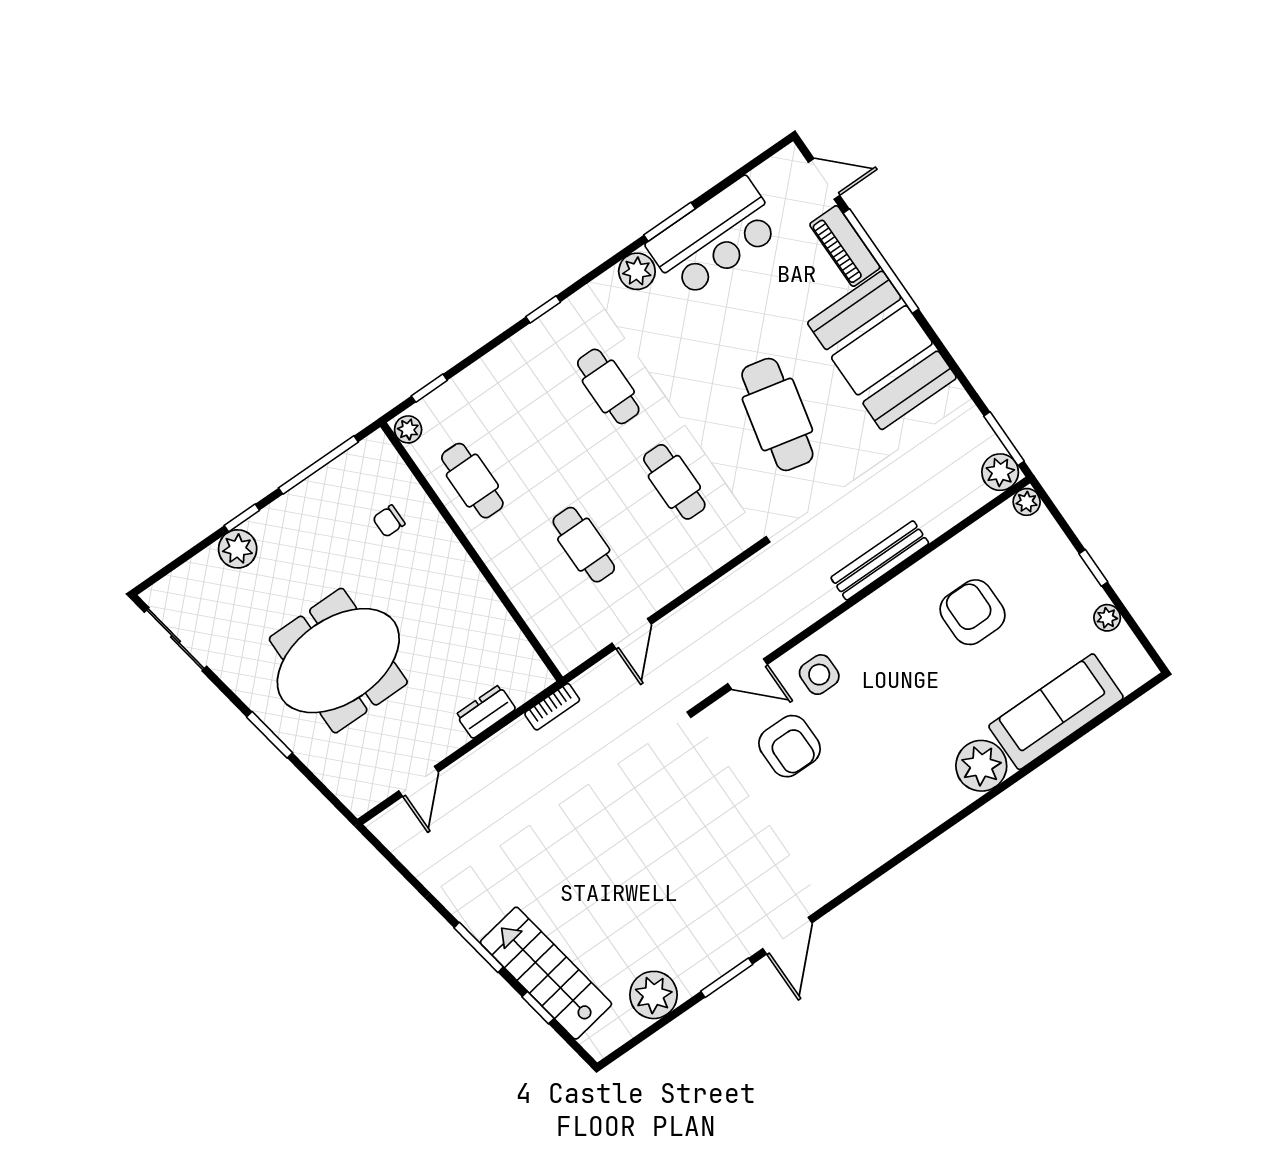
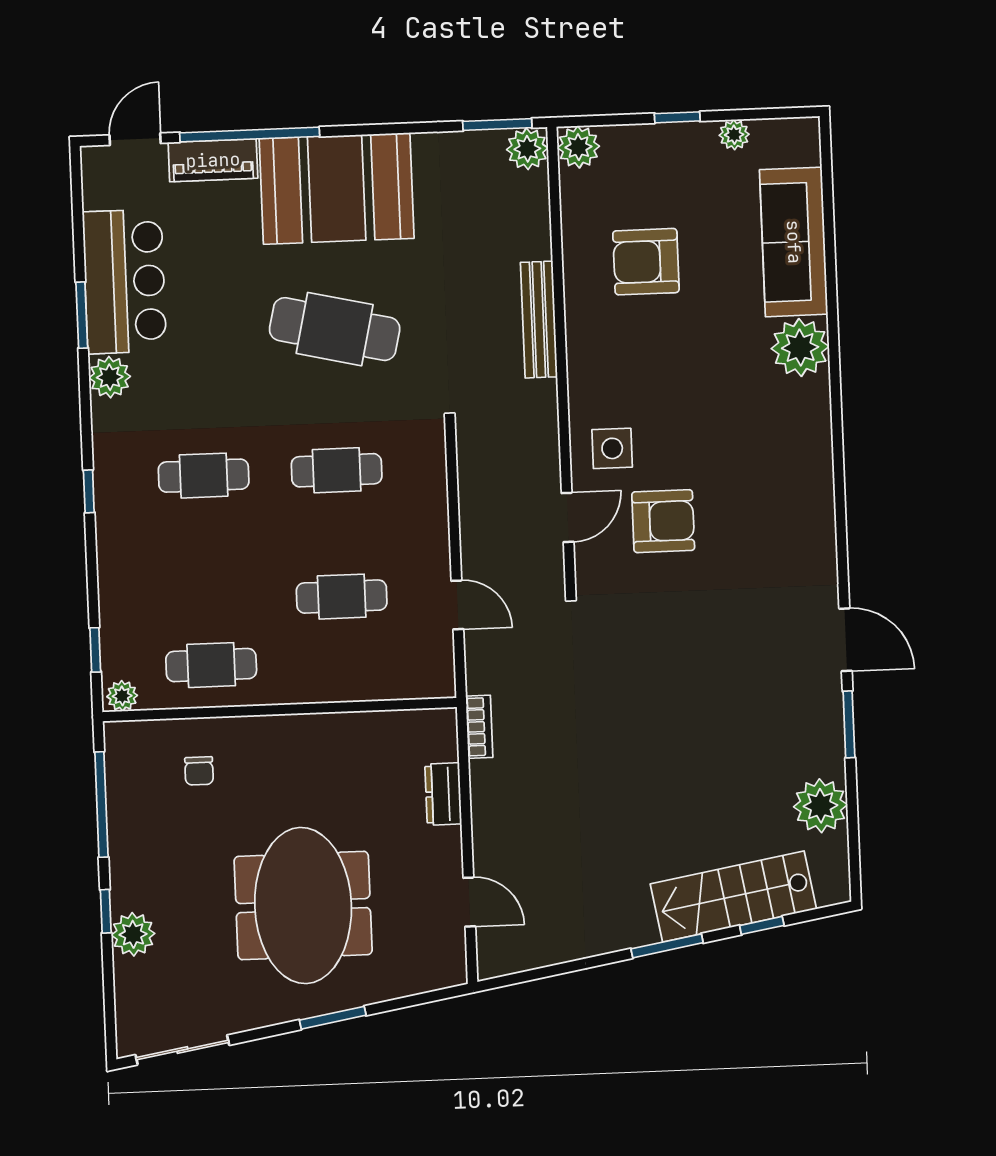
plant: (1027, 502) -> (578, 147), width x1.38, depth x1.38

